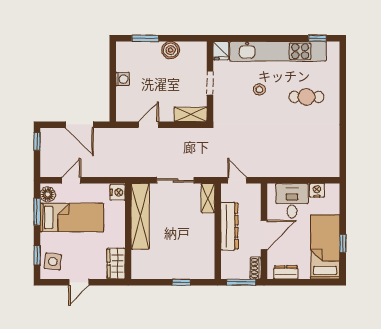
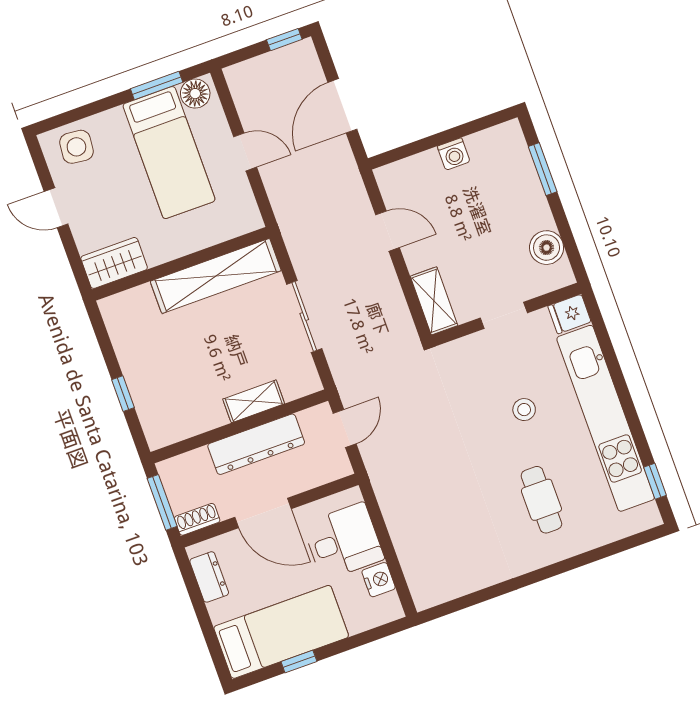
boiler: (171, 50) -> (547, 248), moved
door: (71, 180) -> (245, 152), moved
nightstand: (118, 192) -> (245, 219), removed
shelving: (208, 198) -> (254, 401), moved
window: (37, 255) -> (78, 114), removed

